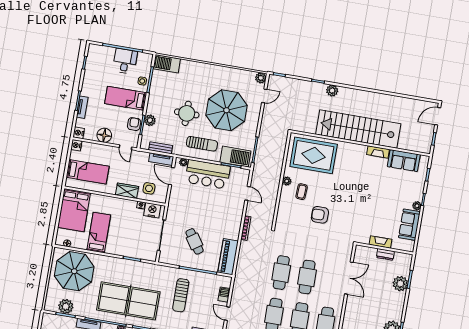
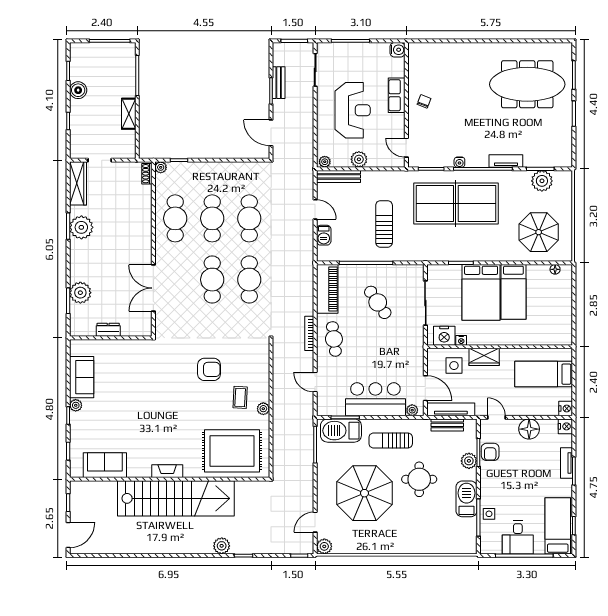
barbecue: (167, 64) -> (466, 499), moved, turned -90
bed: (126, 98) -> (558, 526), moved, turned -90
fireplace: (378, 152) -> (167, 471), moved
tv unit: (161, 159) -> (451, 409), width x1.41
bed: (74, 210) -> (481, 292), moved, turned 180
cafe table: (229, 221) -> (334, 339), added
fireplace: (380, 242) -> (118, 346), removed
parasol: (74, 271) -> (539, 232), width x0.73, depth x0.73

